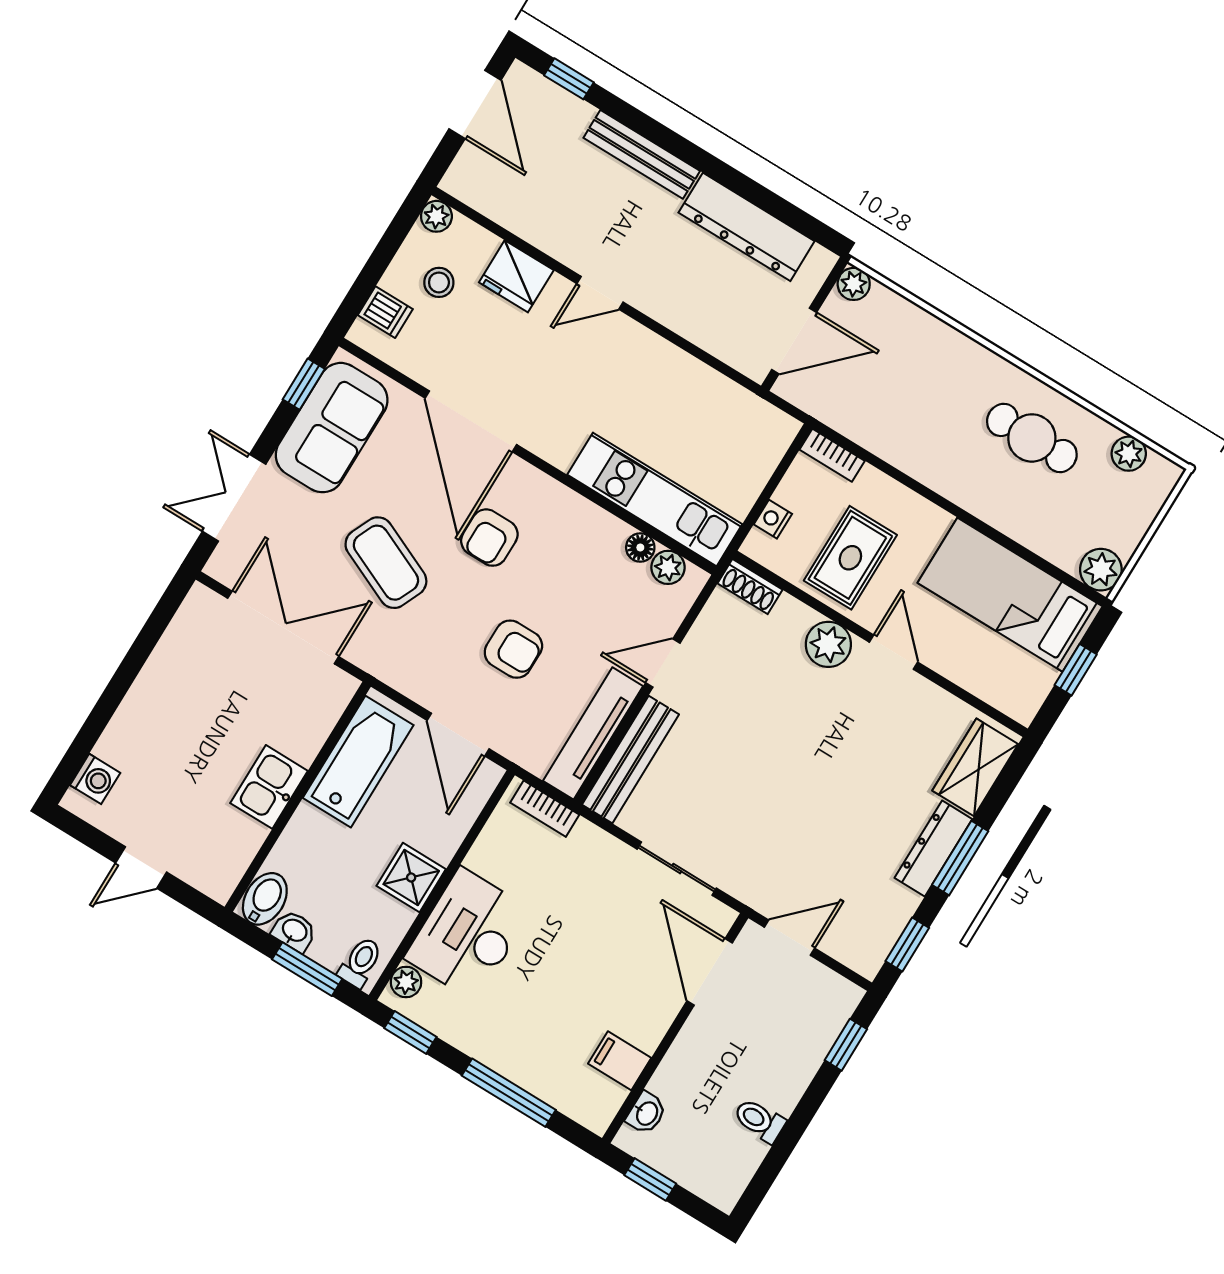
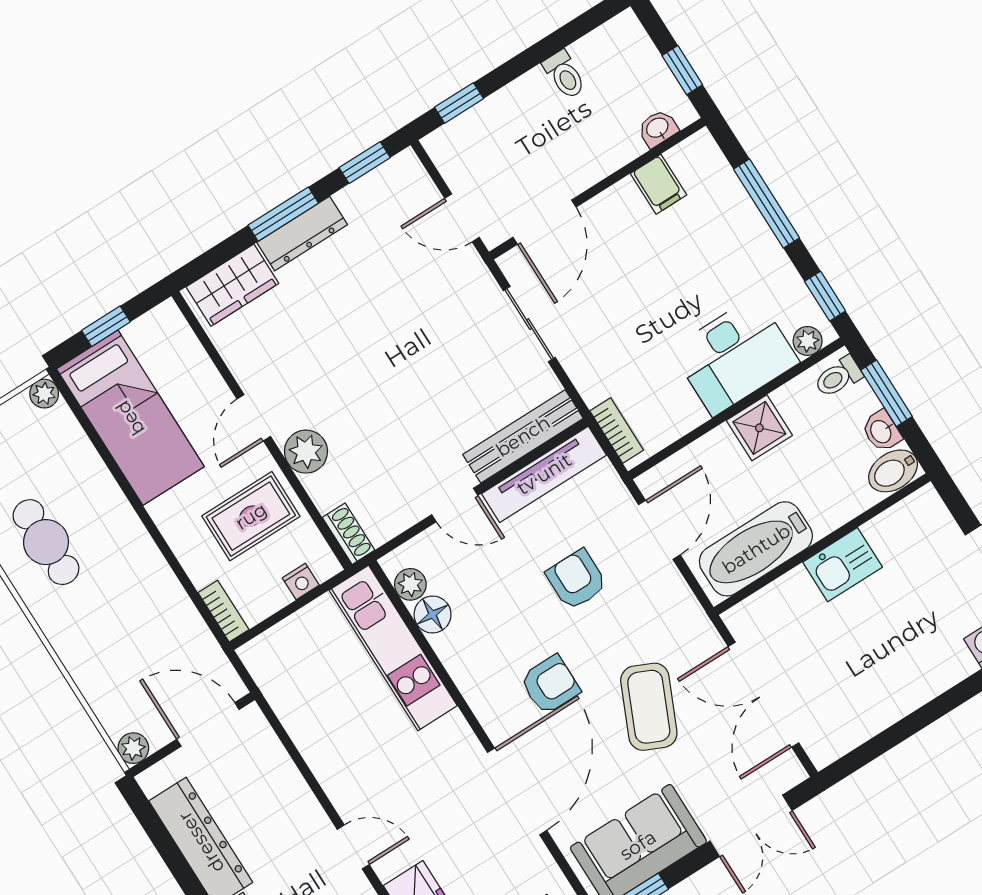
floor lamp: (640, 548) -> (433, 615), width x1.37, depth x1.37
plant: (1101, 570) -> (44, 394), width x0.73, depth x0.73

